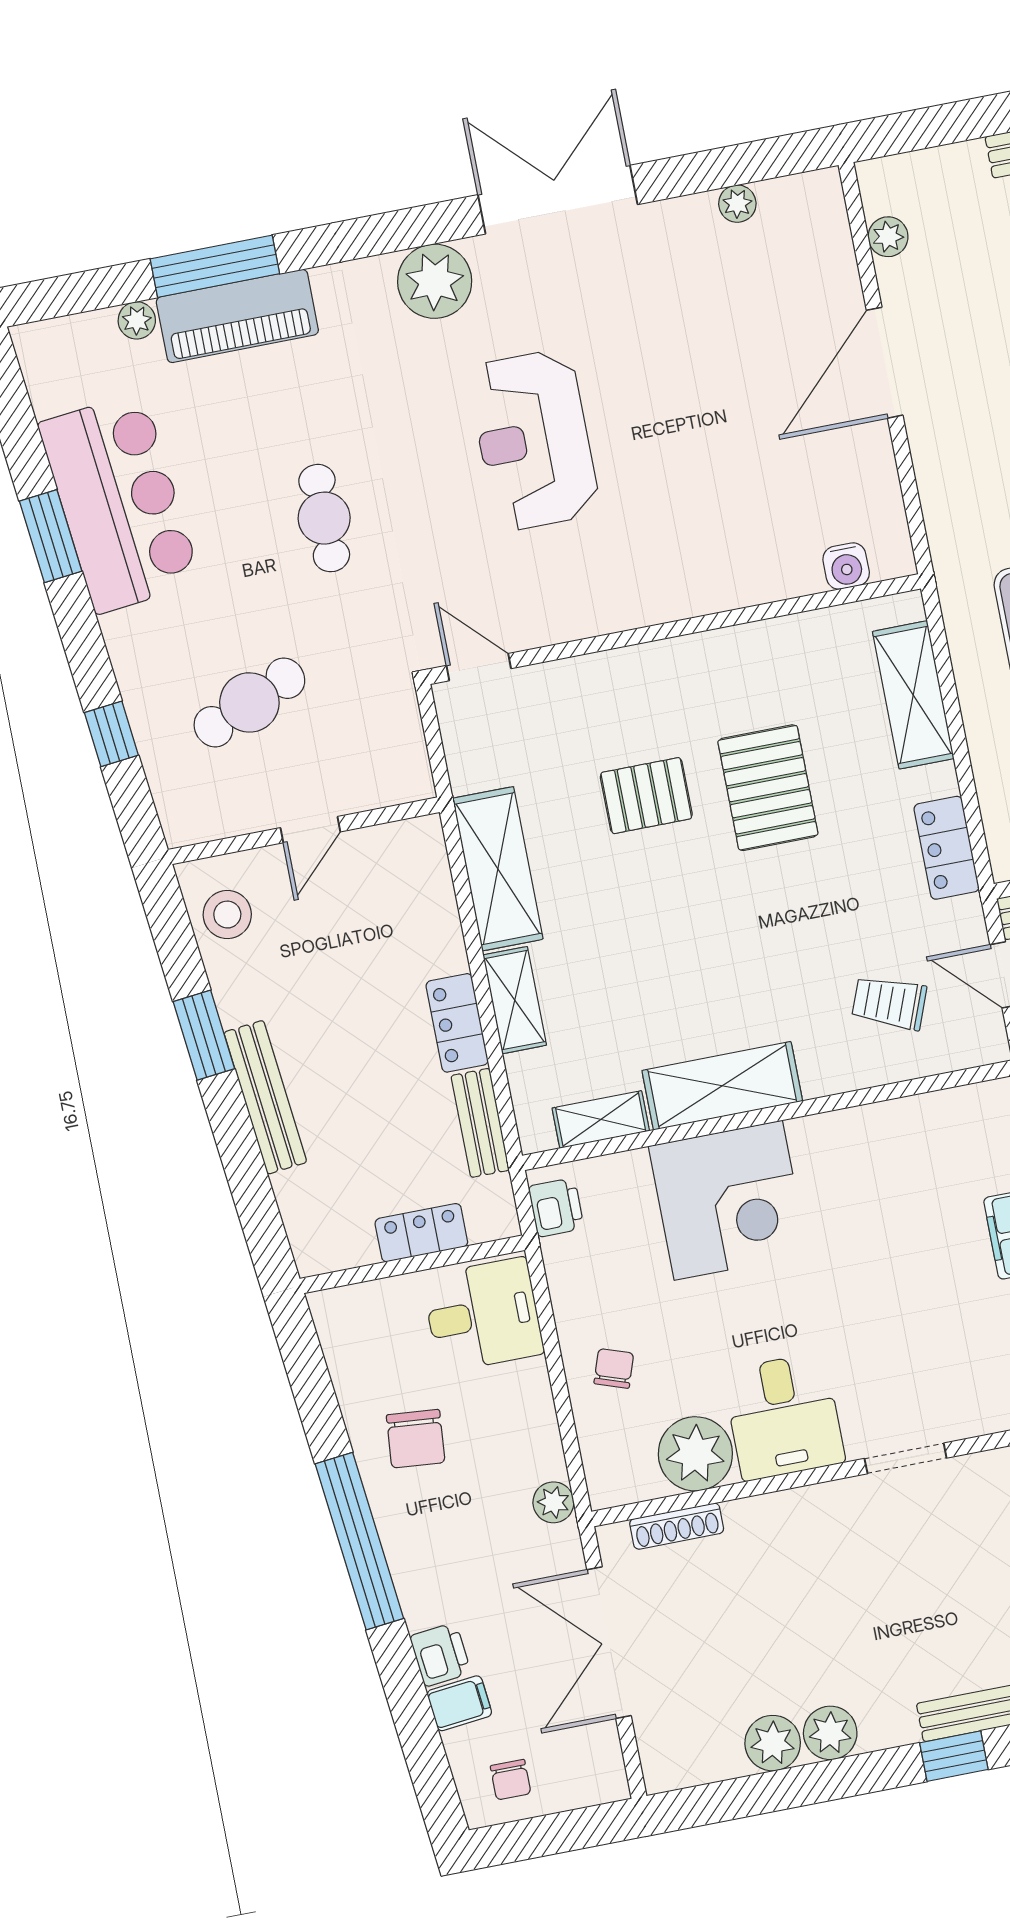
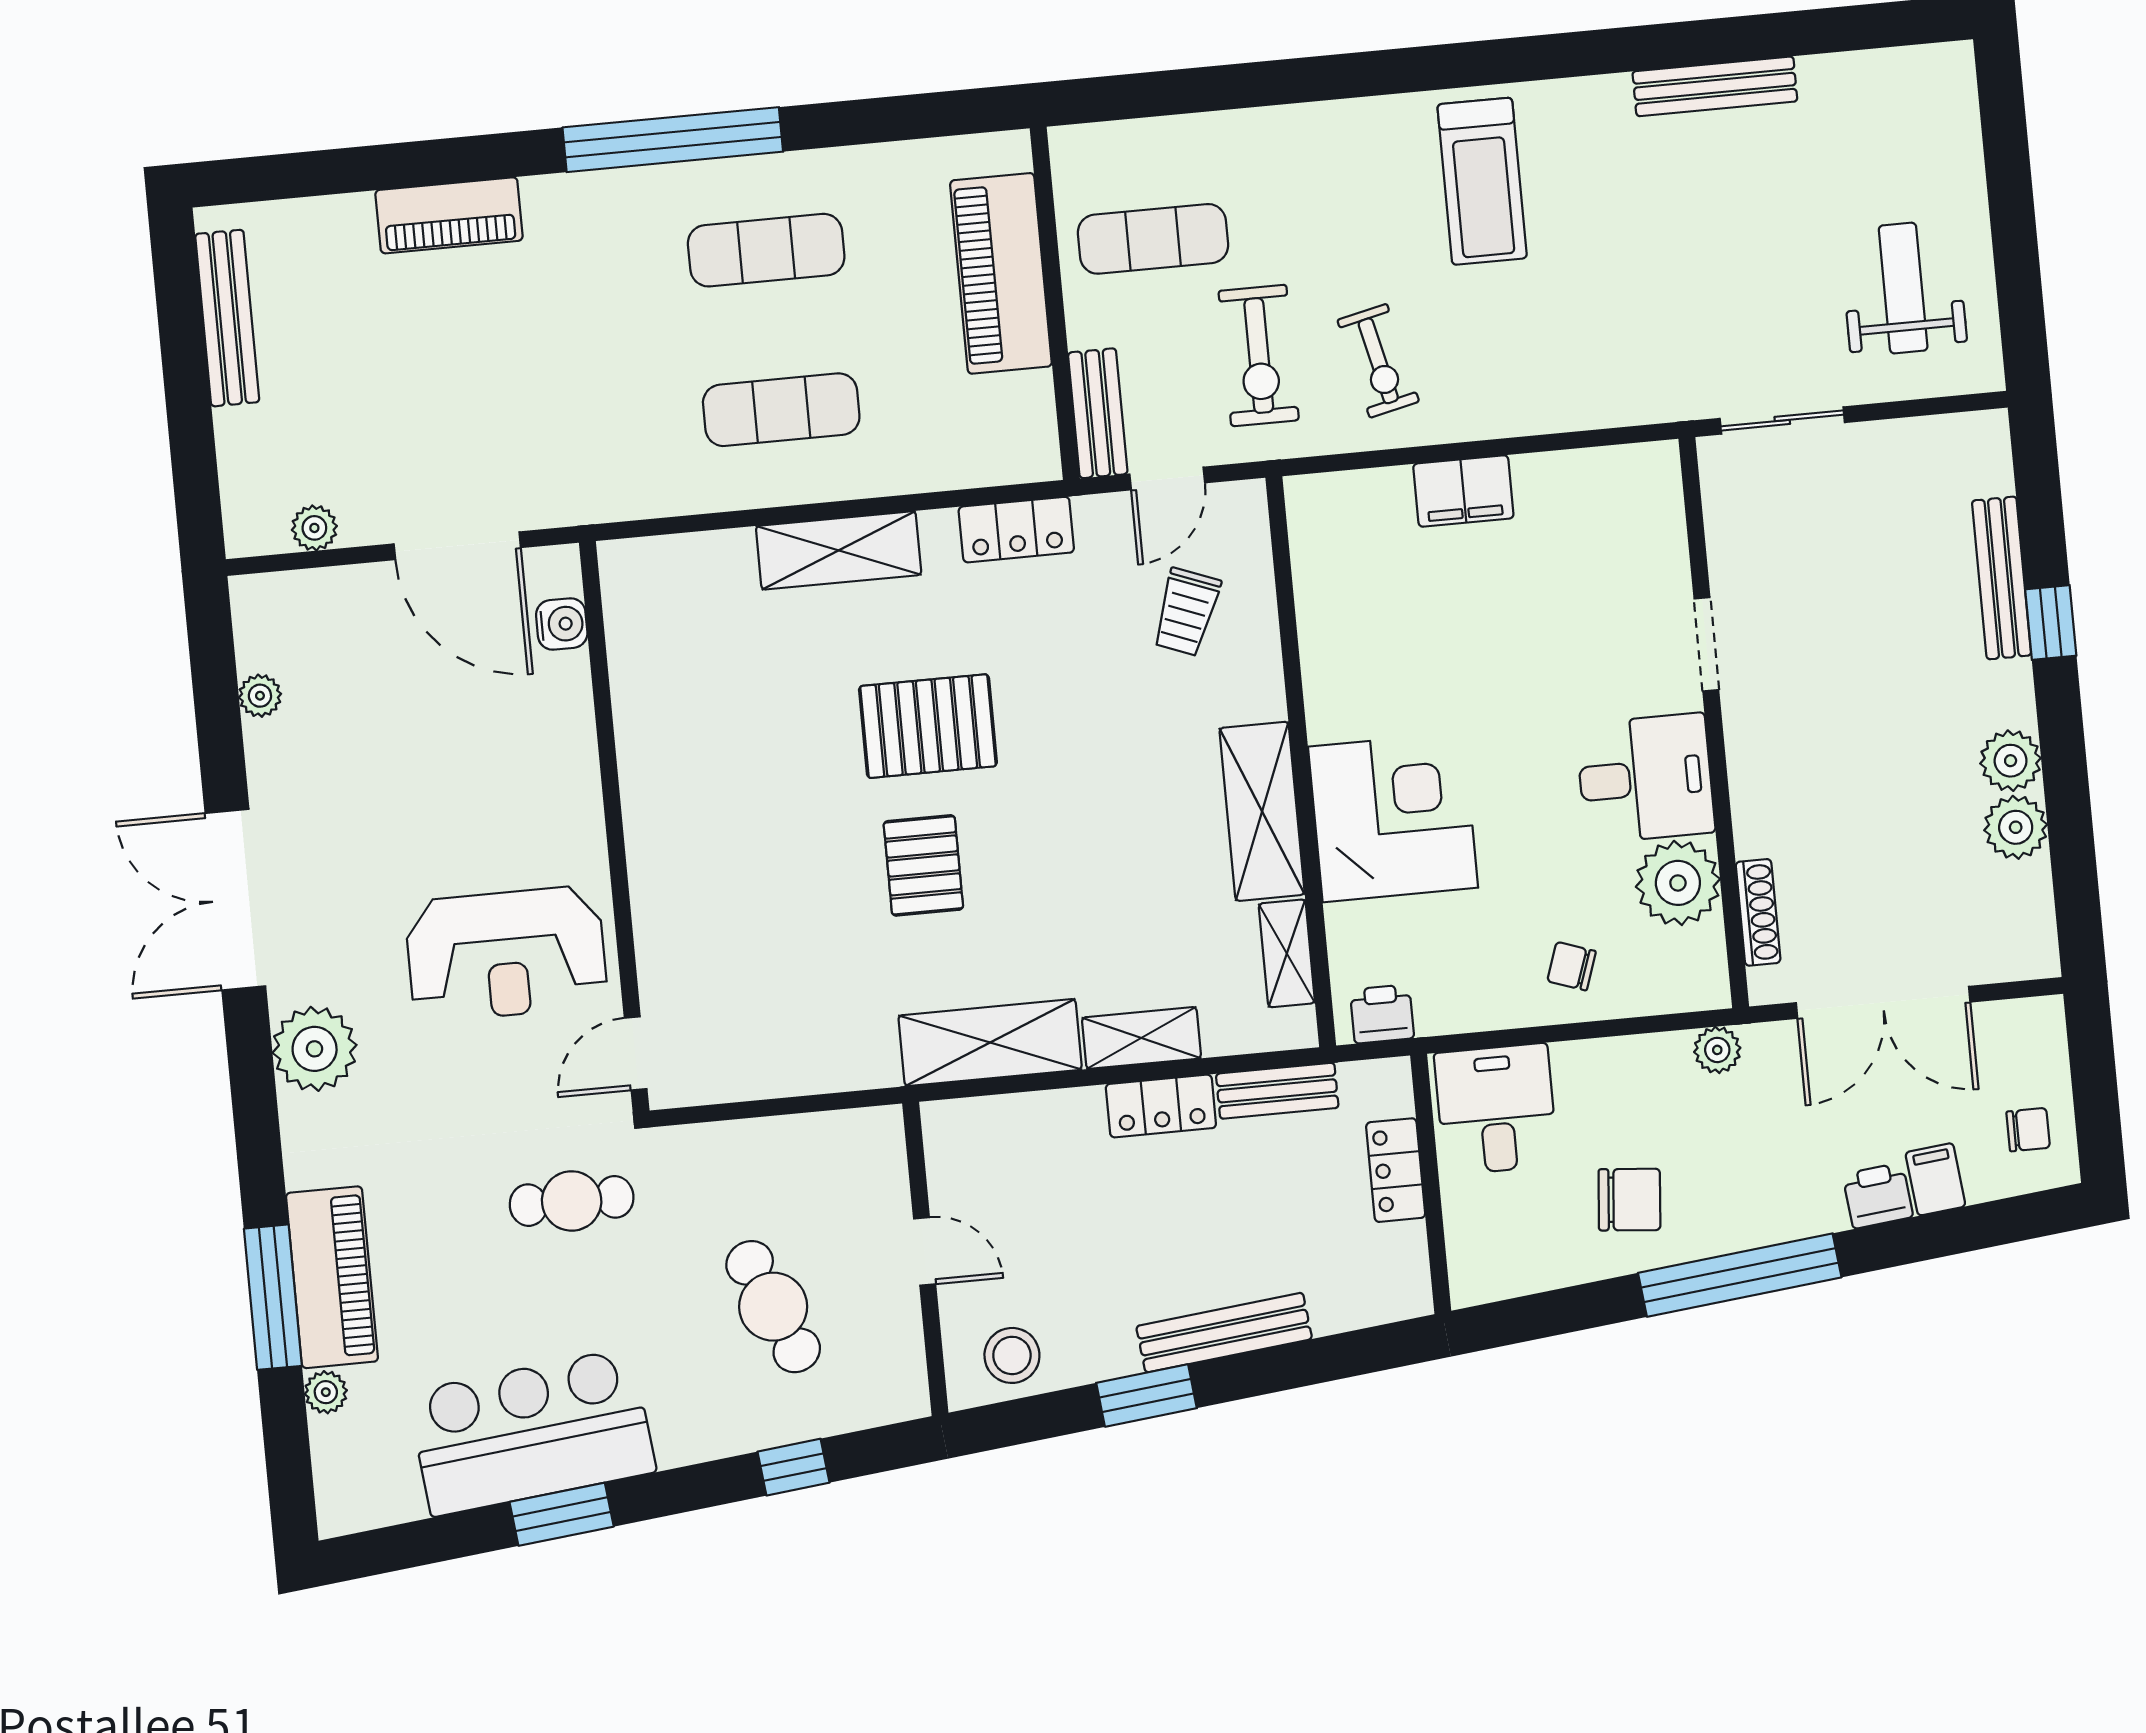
water cooler: (846, 566) -> (562, 624), moved
wall: (674, 629) -> (614, 827), moved
door: (479, 667) -> (636, 1053), moved

